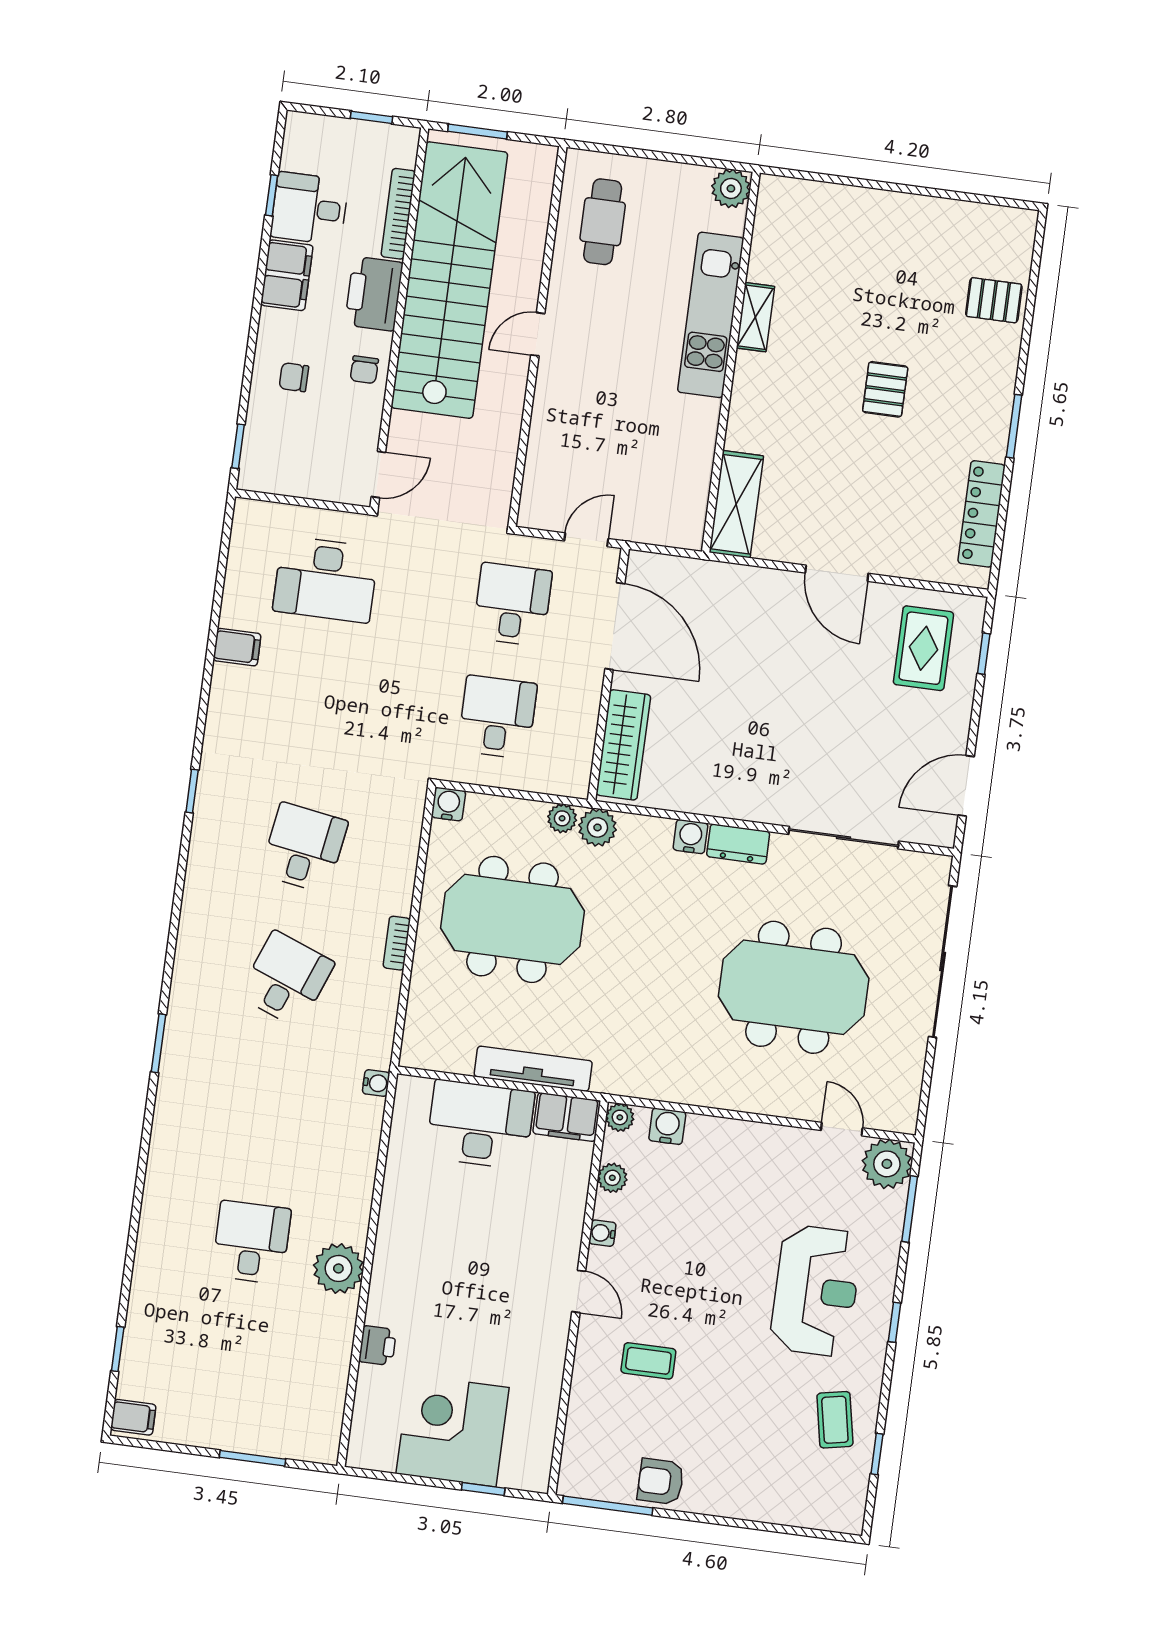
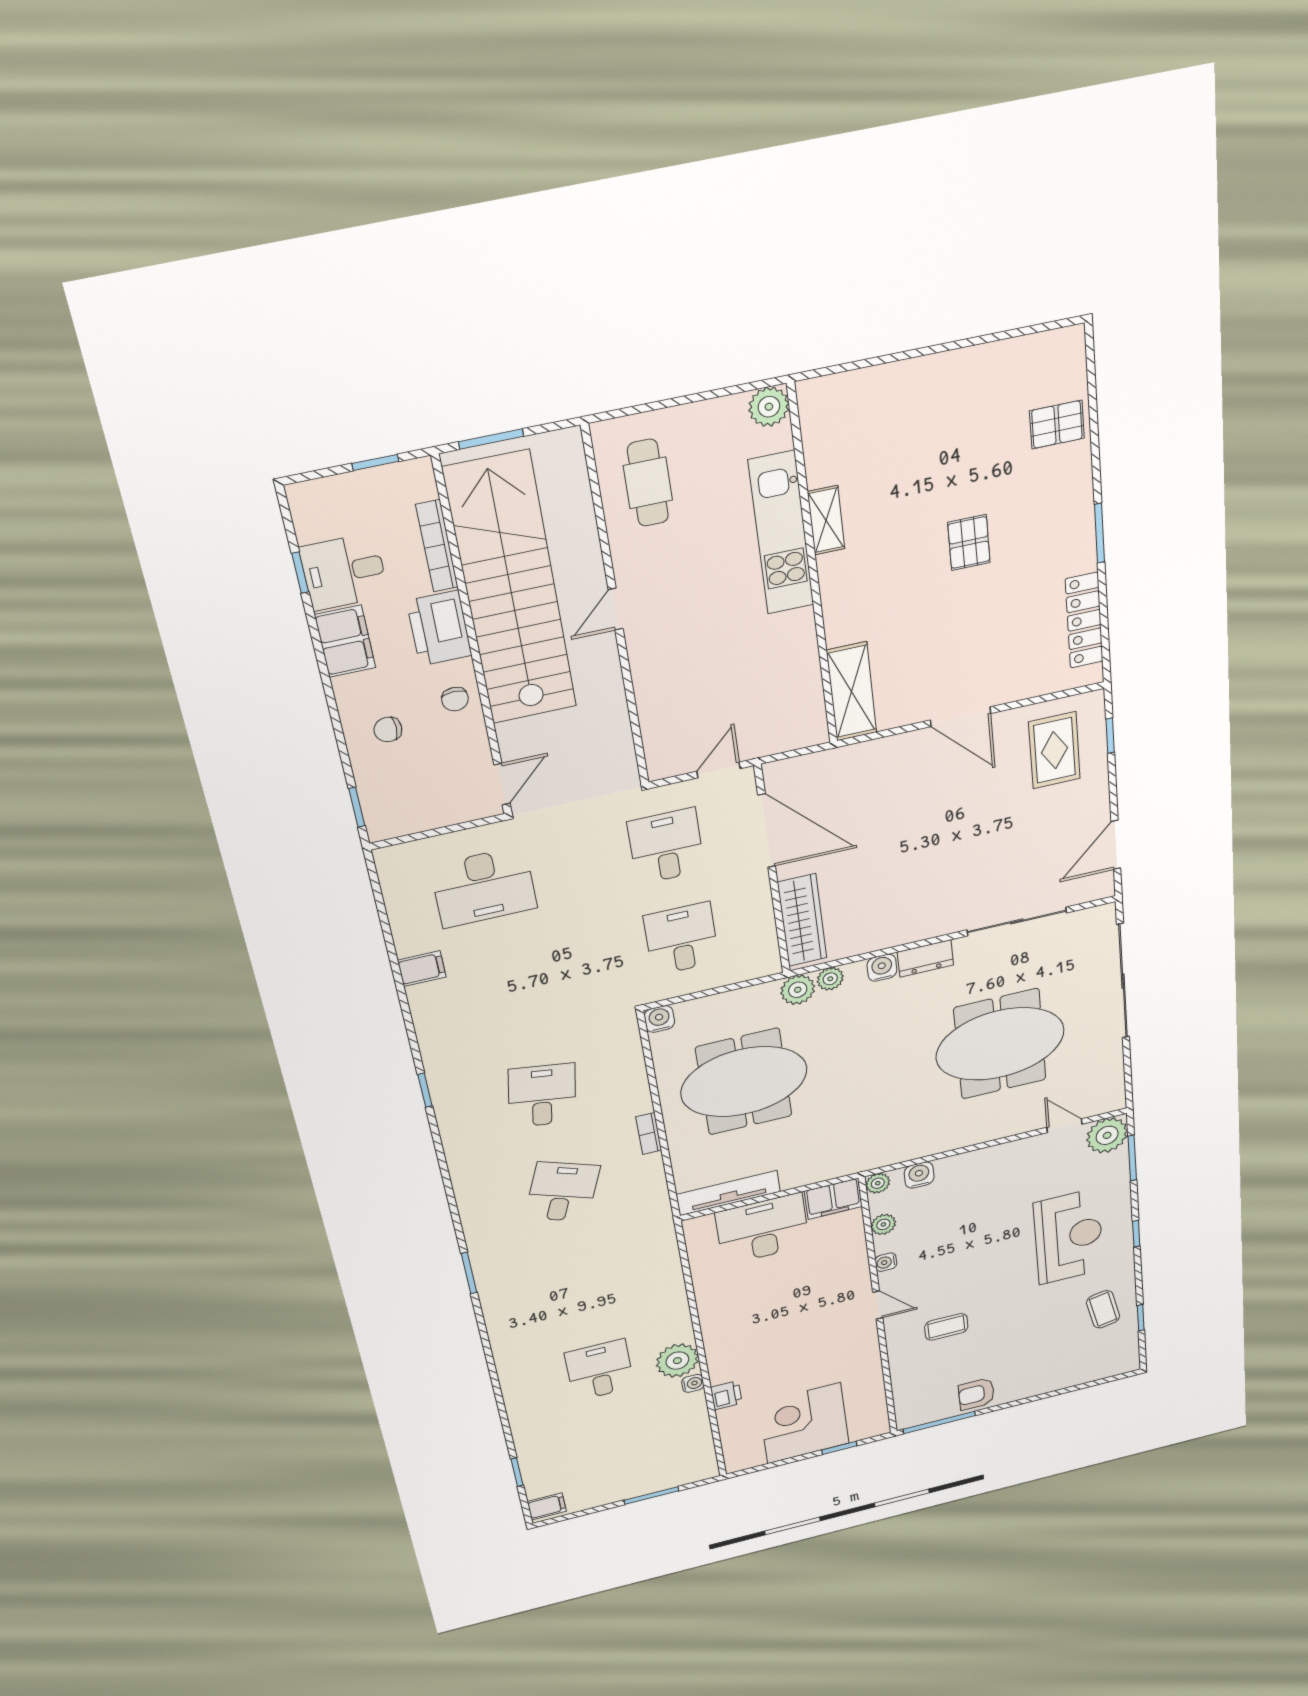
plant: (562, 818) -> (830, 979), moved
tv unit: (533, 1069) -> (728, 1193), moved
water cooler: (376, 1083) -> (693, 1383), moved

